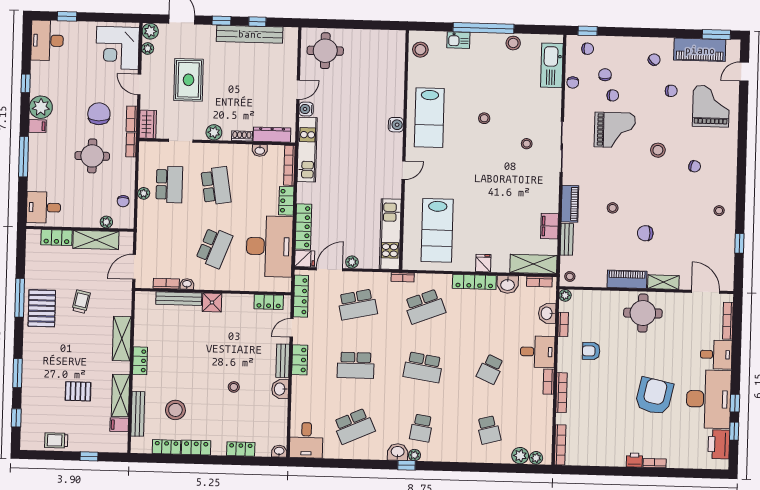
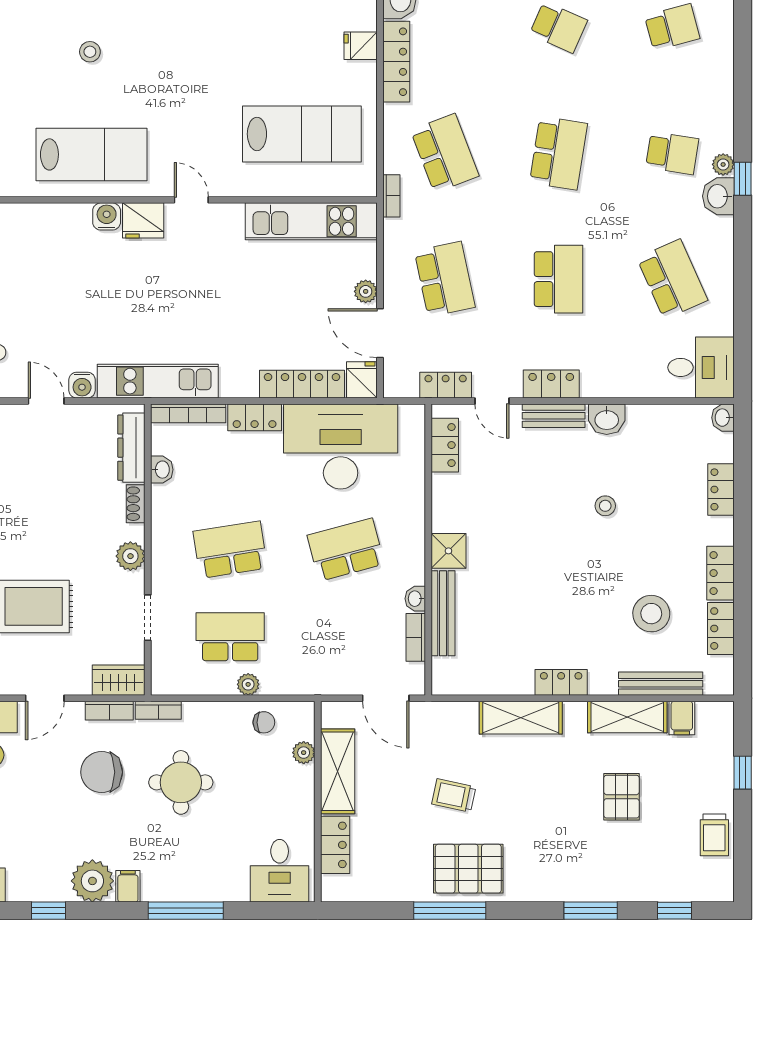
fridge: (393, 144) -> (143, 220), added
school desk: (214, 248) -> (346, 550), turned -36
locker: (301, 296) -> (446, 385), width x0.66

